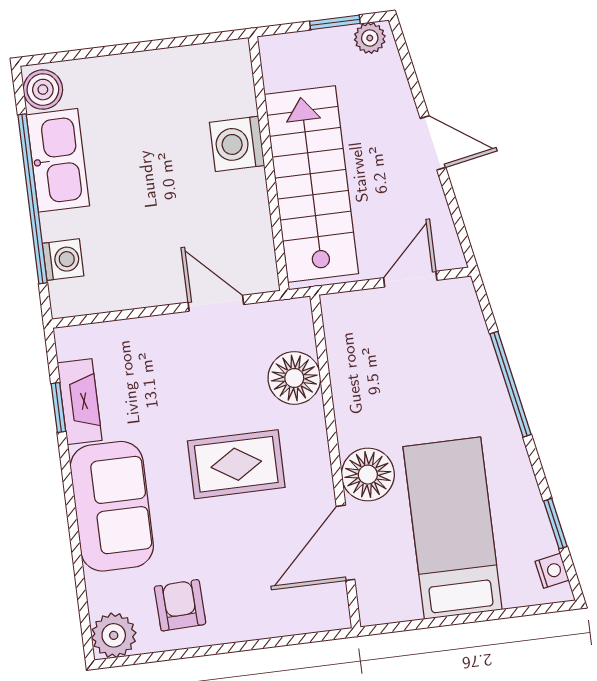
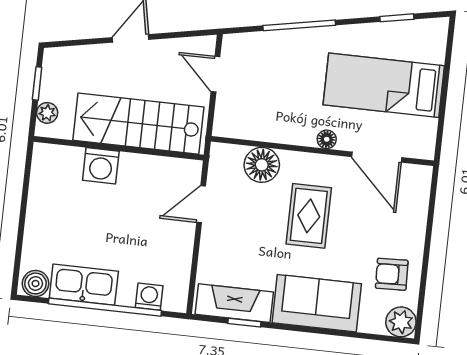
plant: (370, 38) -> (47, 113), moved
fireplace: (80, 402) -> (234, 303), width x1.37, depth x1.32
floor lamp: (368, 475) -> (327, 139), width x0.53, depth x0.53
nightstand: (552, 571) -> (427, 27), removed

